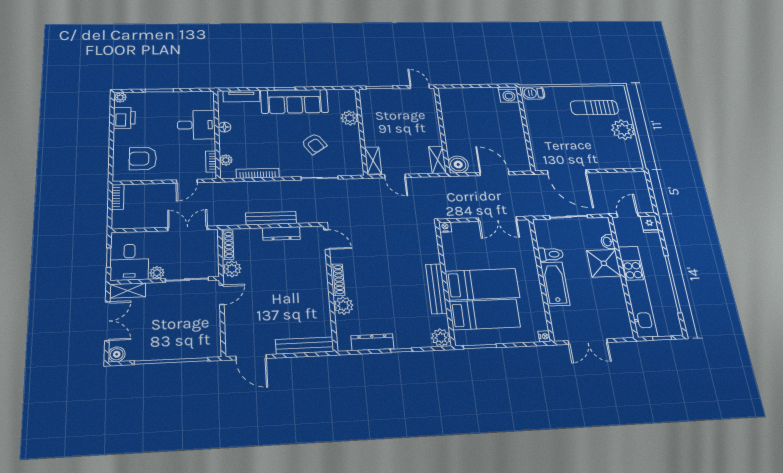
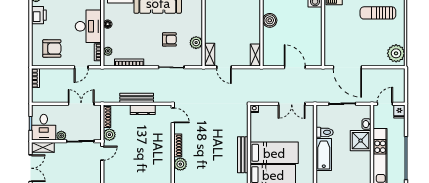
plant: (350, 118) -> (196, 43), moved
desk: (196, 125) -> (88, 26), width x1.37
plant: (623, 130) -> (396, 53), moved
armchair: (314, 144) -> (169, 39), turned -55
armchair: (143, 159) -> (52, 48), turned 180
boiler: (458, 164) -> (270, 20), moved

